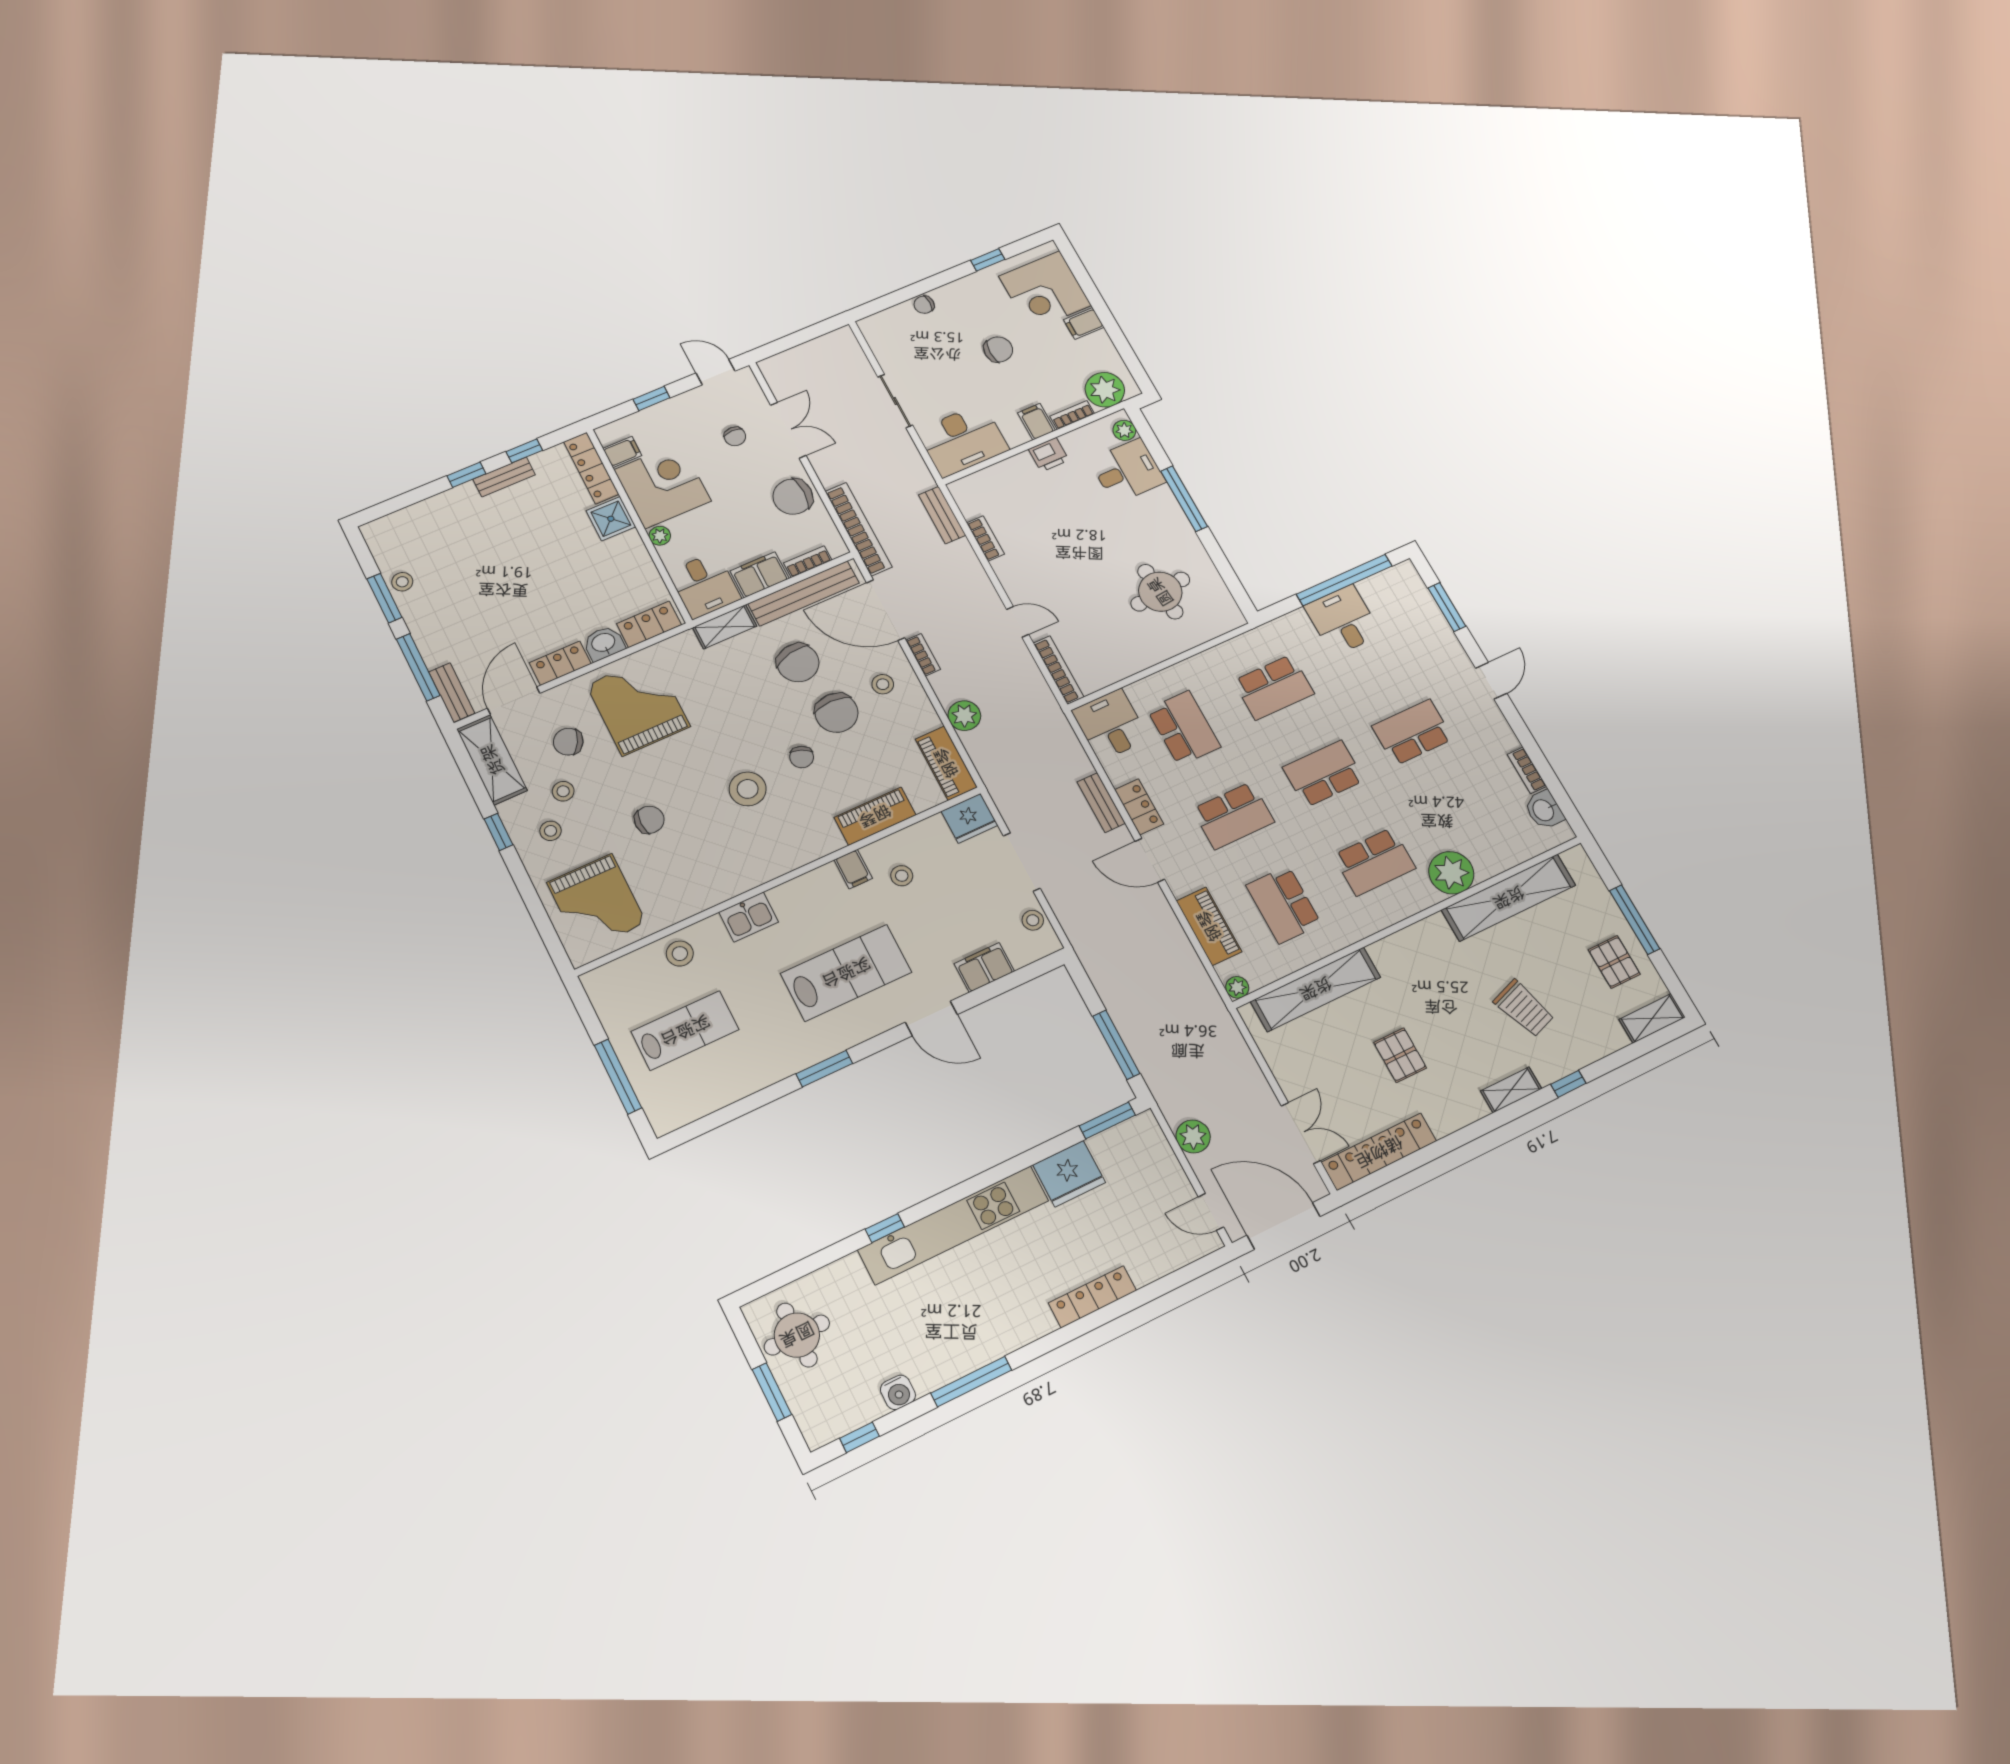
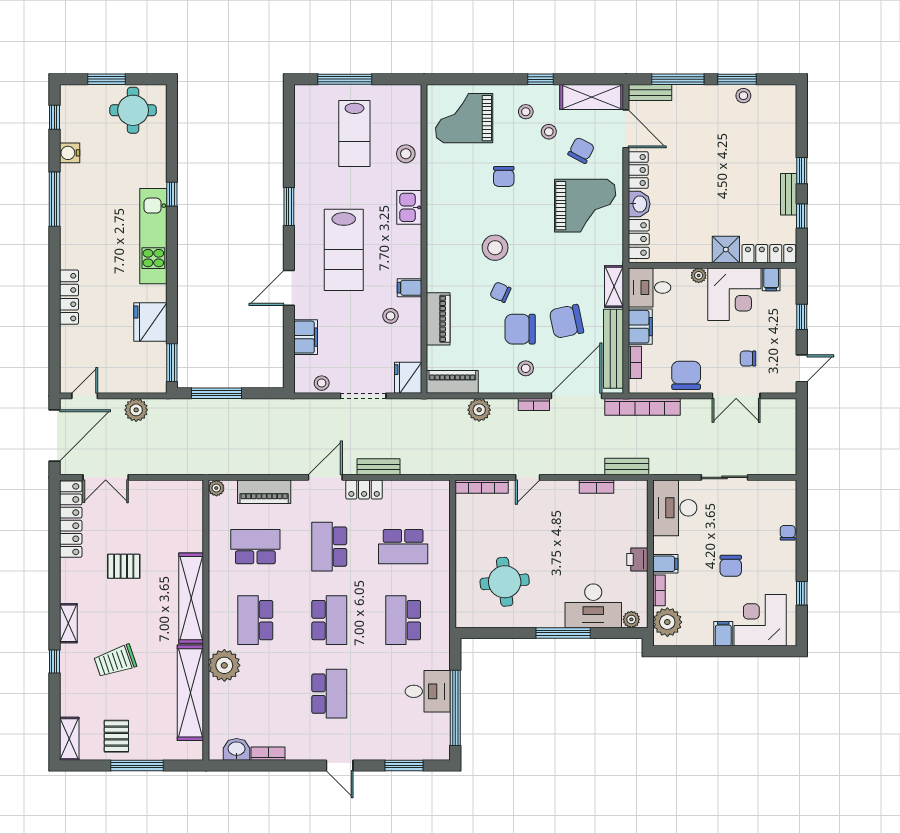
desk: (1127, 471) -> (593, 606), width x1.37
desk: (1110, 725) -> (428, 500), removed
pallet: (1614, 962) -> (116, 736), turned 90
shelving: (1316, 989) -> (191, 598), moved
kitchen unit: (953, 1225) -> (153, 236), width x0.73

